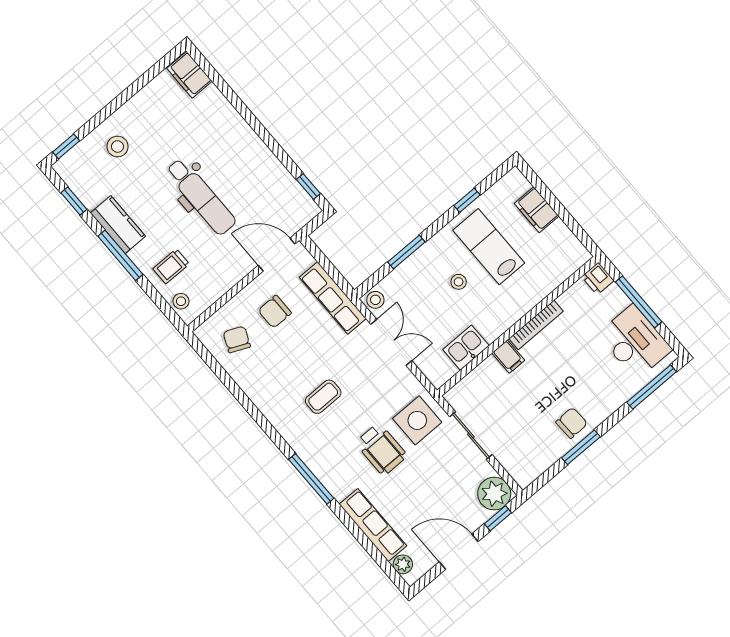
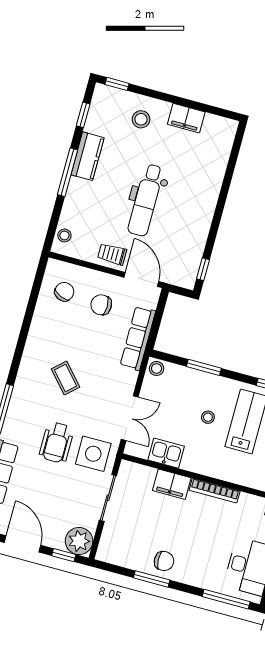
filing cabinet: (189, 75) -> (186, 118), moved, turned -90
trolley: (171, 266) -> (112, 254), moved
double door: (391, 342) -> (130, 418), moved
filing cabinet: (508, 357) -> (172, 484), width x2.00
coffee table: (323, 397) -> (65, 378), turned 48

